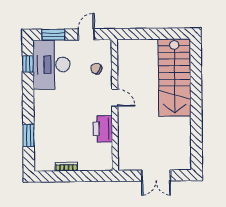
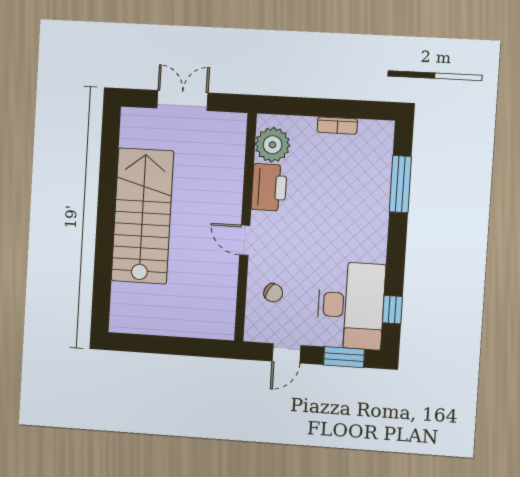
stairs: (175, 78) -> (142, 216), moved
window: (28, 135) -> (400, 184), width x1.44
plant: (102, 153) -> (273, 145), added

